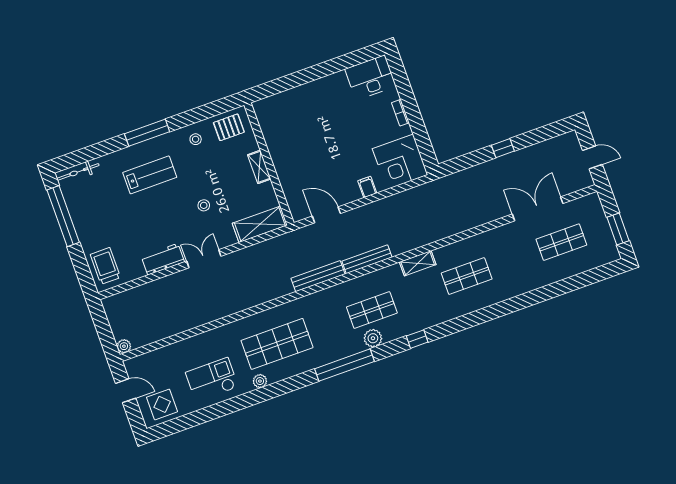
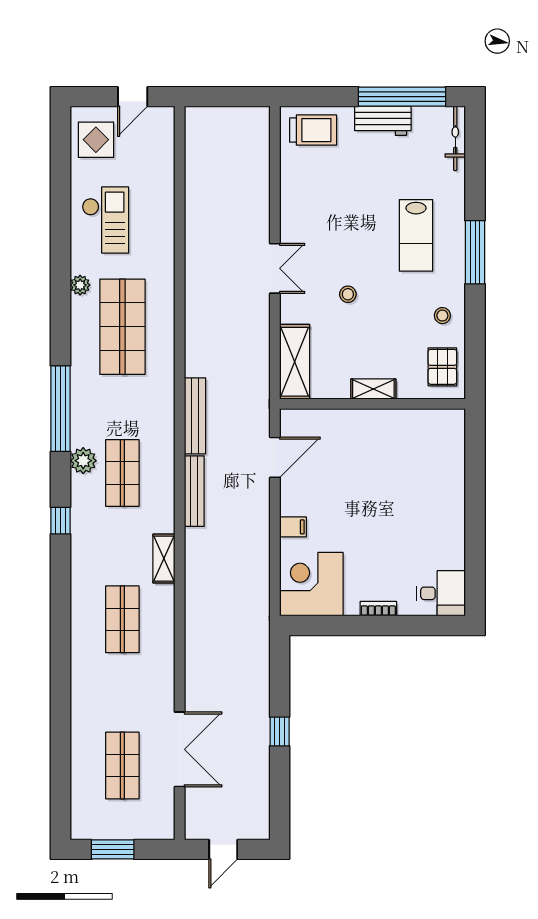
desk: (370, 78) -> (441, 593), width x0.73
workbench: (163, 259) -> (383, 121), moved, turned 90
plant: (124, 346) -> (194, 116), removed

